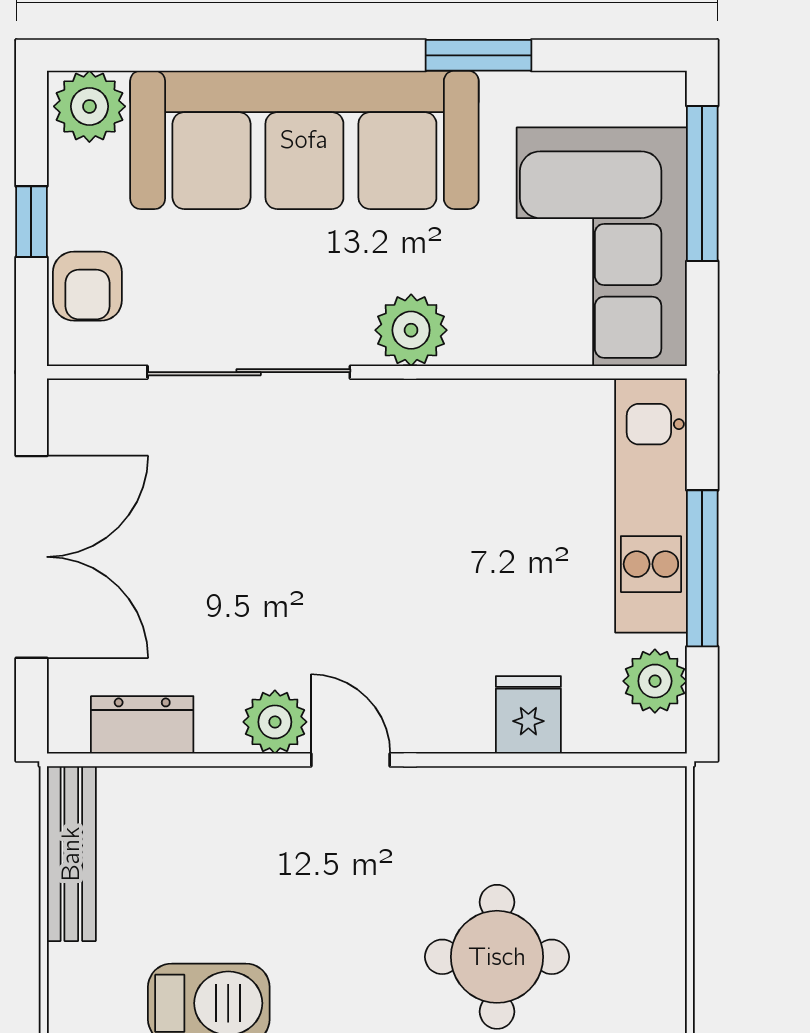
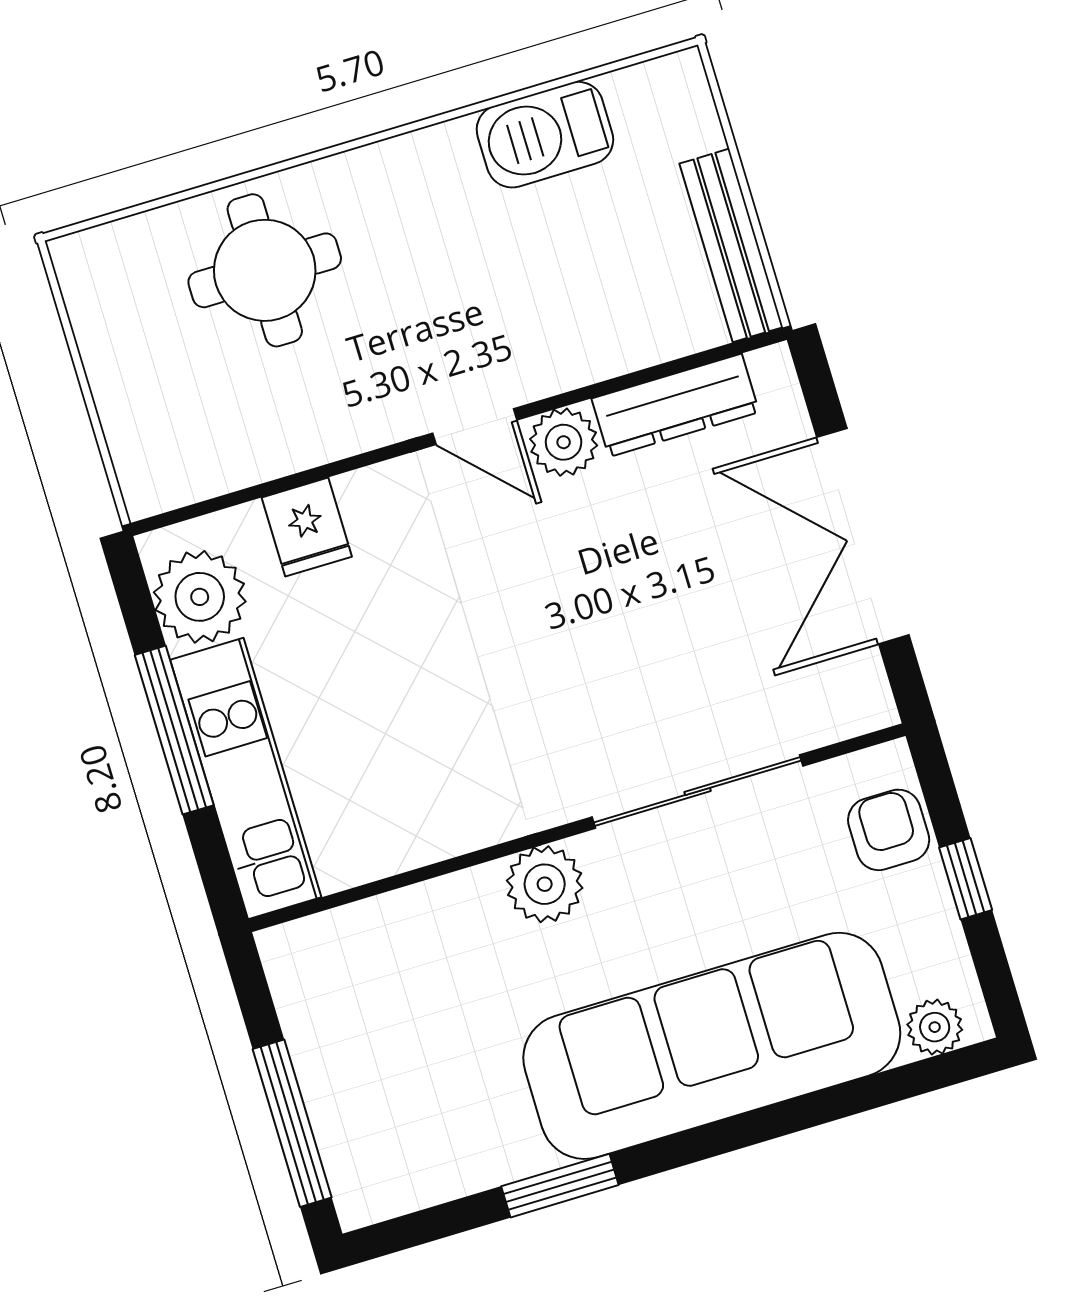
plant: (89, 106) -> (935, 1027), width x0.73, depth x0.73
corner sofa: (602, 247) -> (375, 1028), removed
plant: (655, 681) -> (200, 597), width x1.36, depth x1.36
dresser: (142, 725) -> (675, 405), width x1.44

